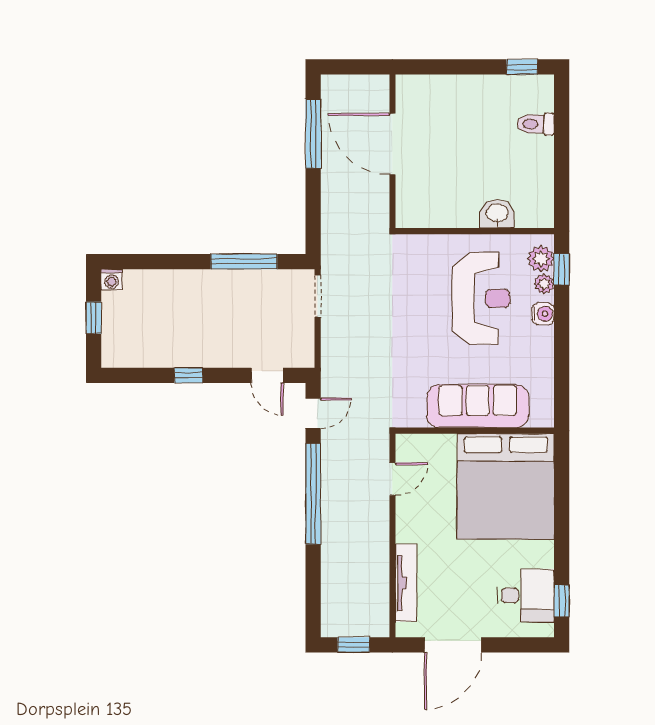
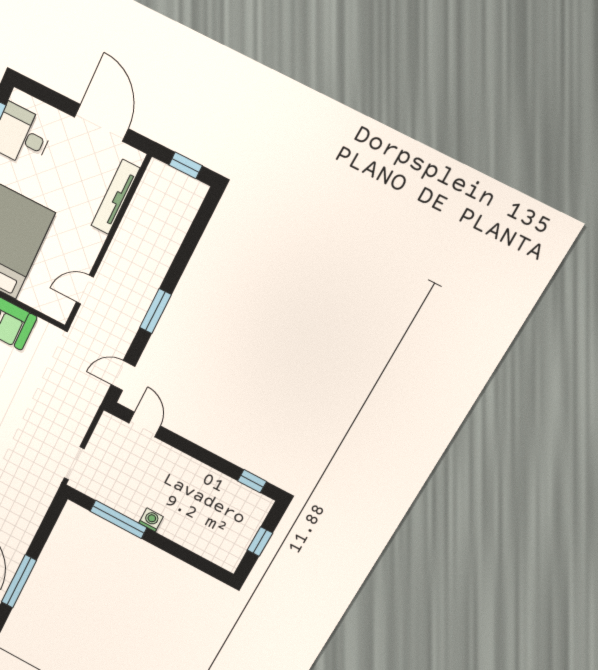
washing machine: (112, 280) -> (151, 520), moved
window: (189, 375) -> (252, 481), moved
window: (313, 494) -> (155, 311), width x0.47
door: (453, 645) -> (101, 123), hinge flipped

